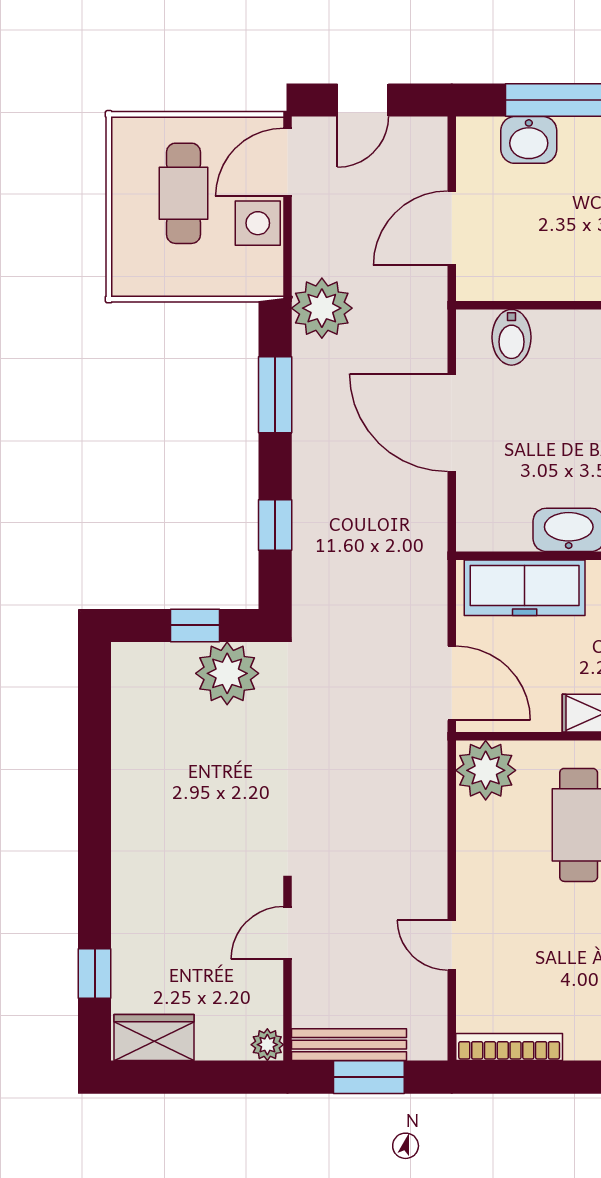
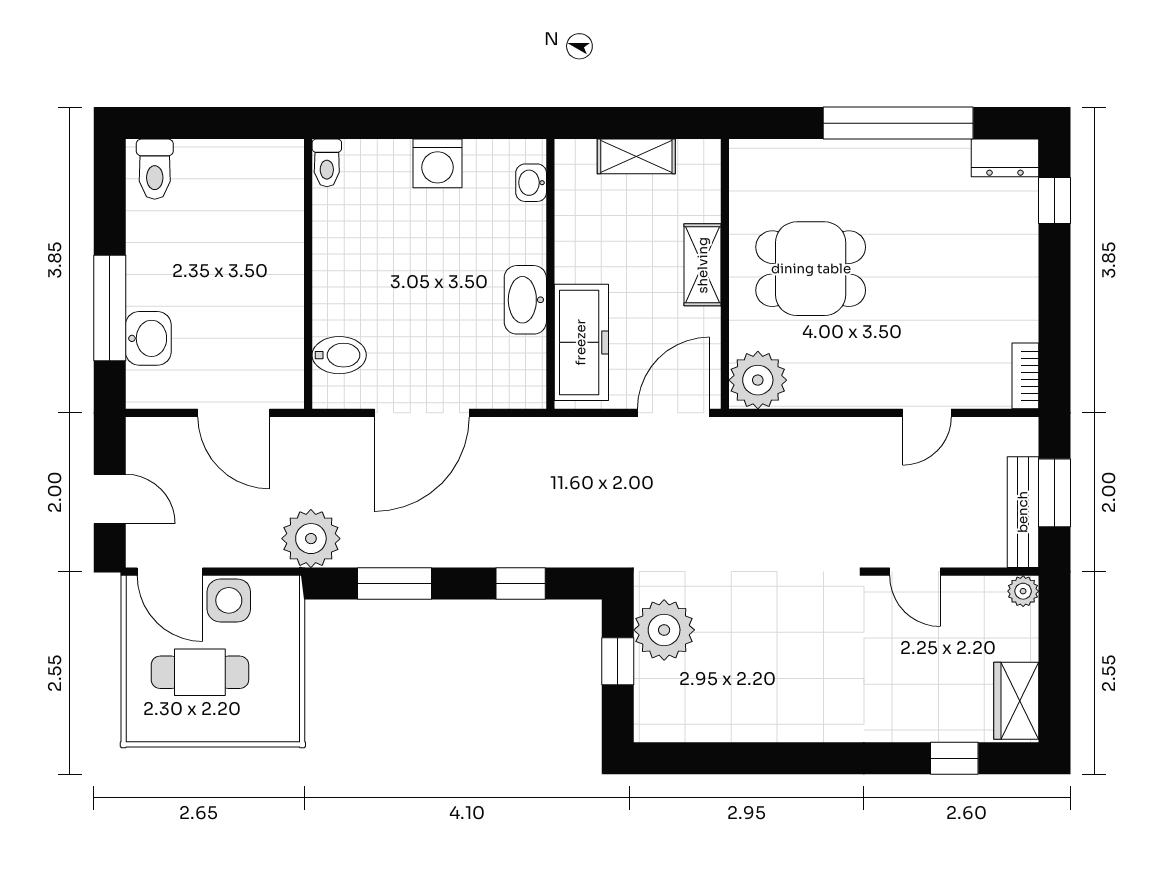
bookcase: (509, 1047) -> (1025, 376), width x0.64

